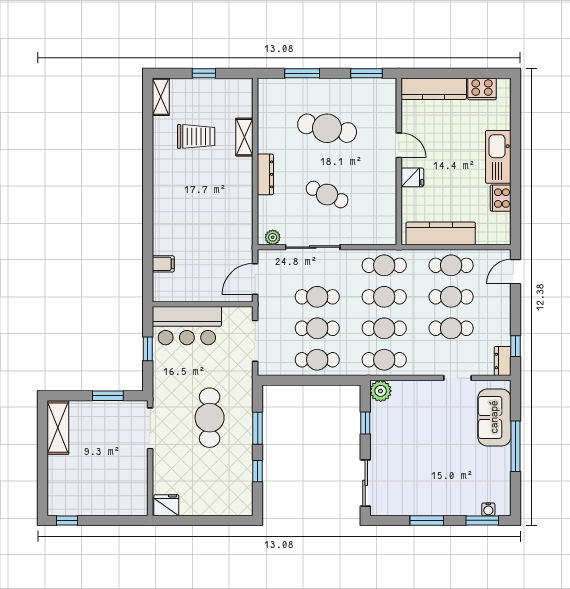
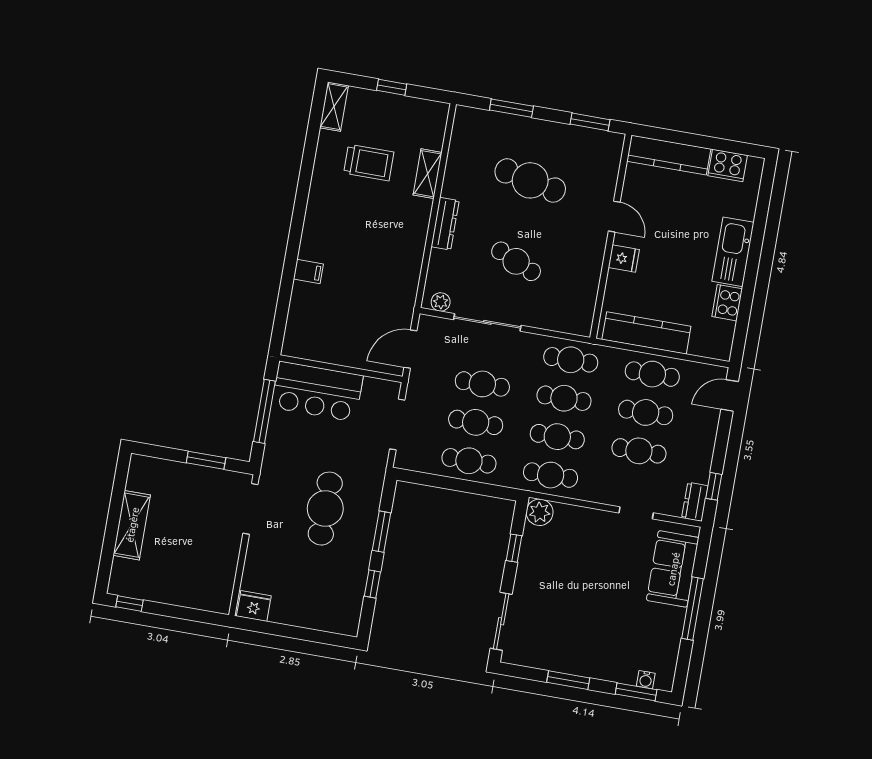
filing cabinet: (163, 264) -> (308, 272), moved
window: (148, 349) -> (264, 411), width x2.17
shelving: (58, 428) -> (132, 525), moved

